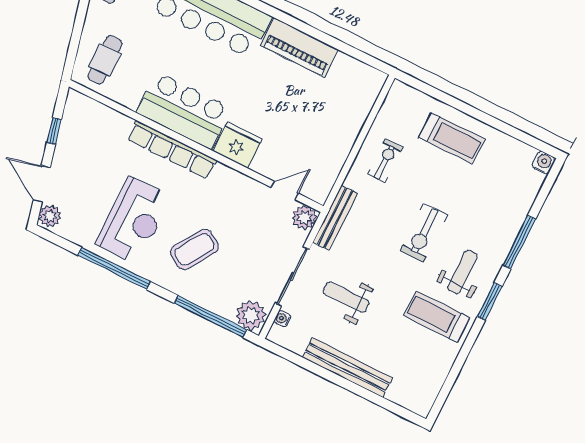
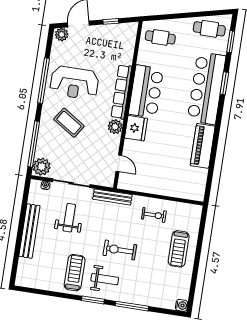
plant: (304, 217) -> (115, 127), moved

